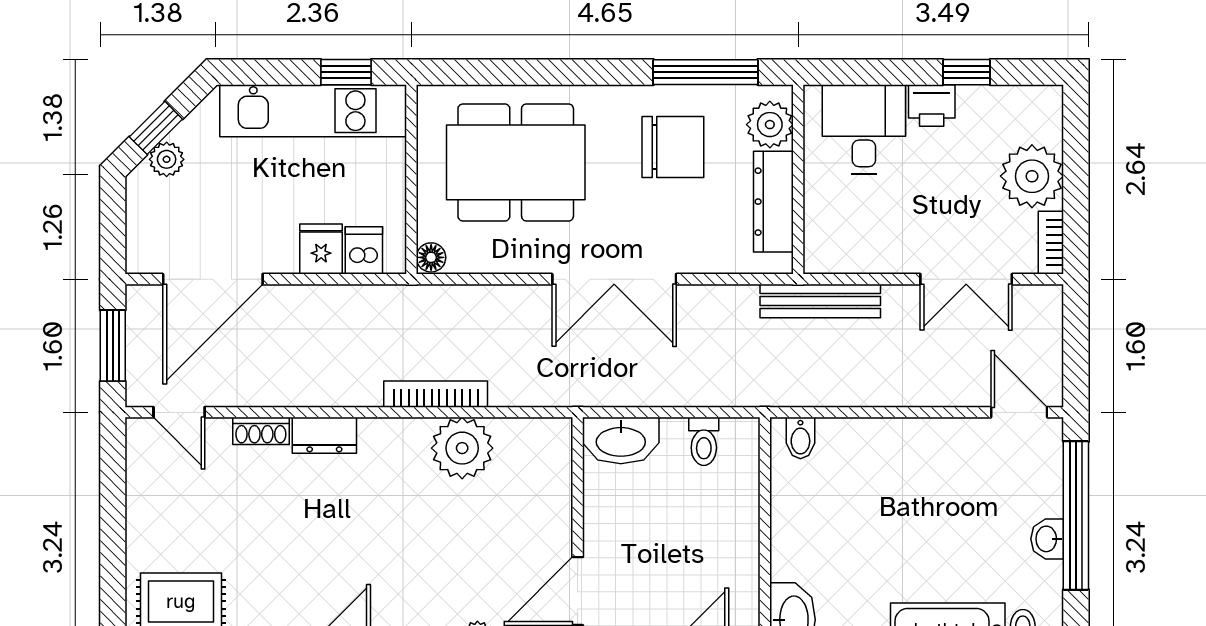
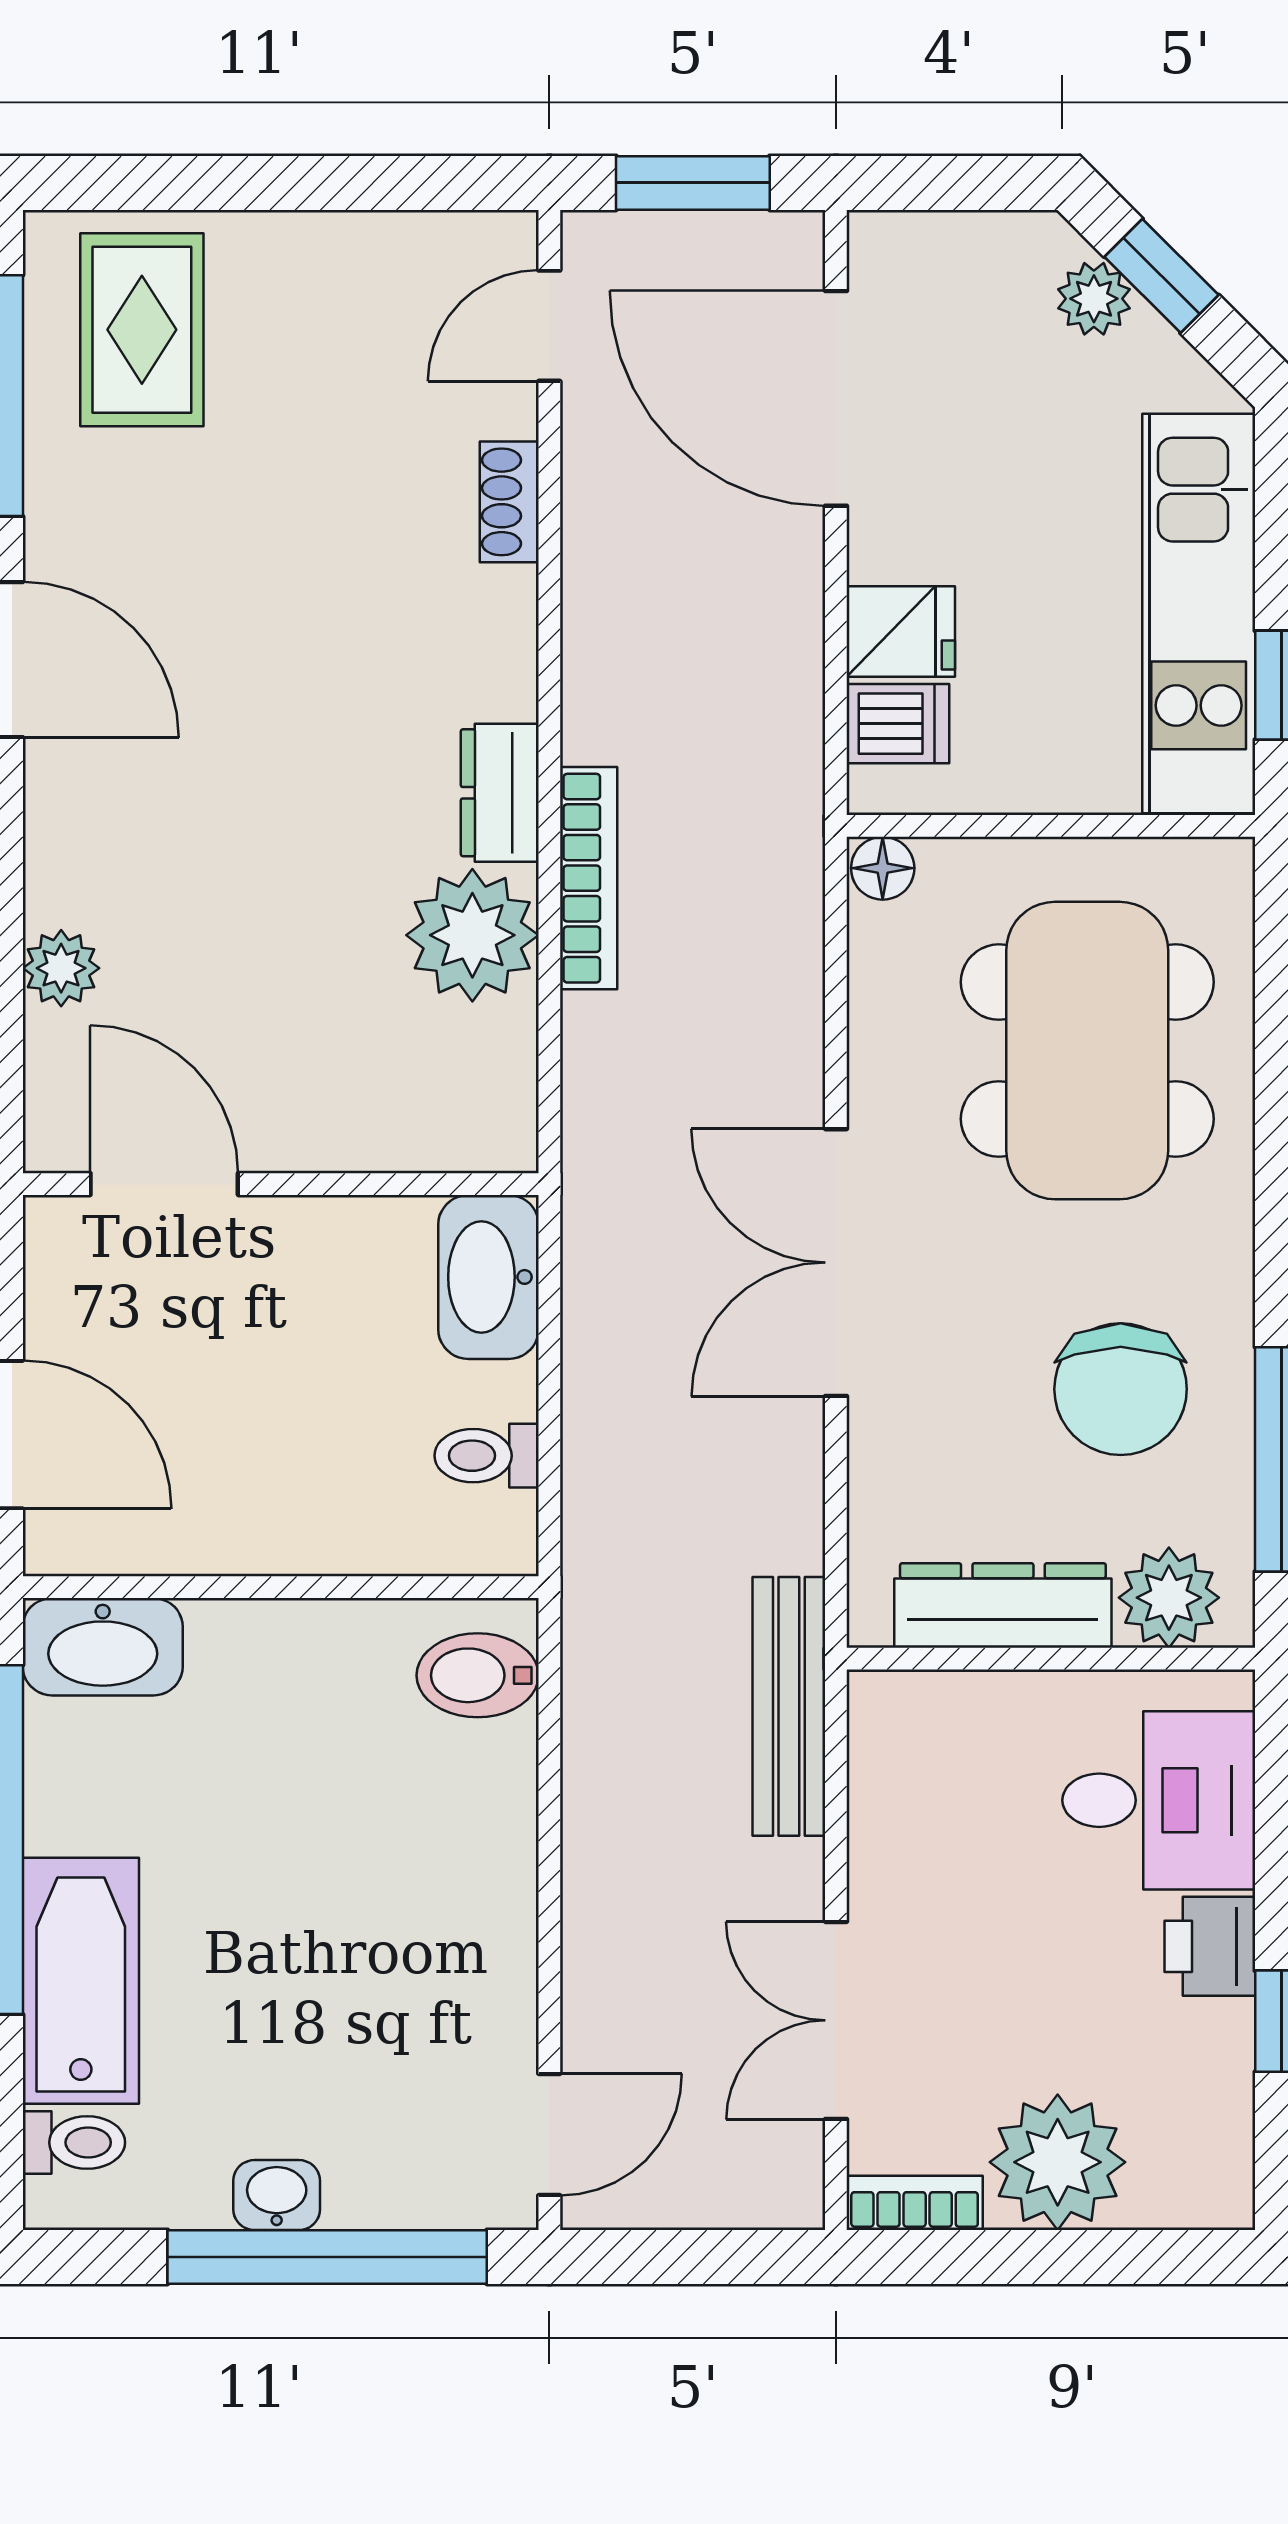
dresser: (324, 435) -> (500, 793), moved
bidet: (800, 438) -> (478, 1675), width x1.38, depth x1.36

